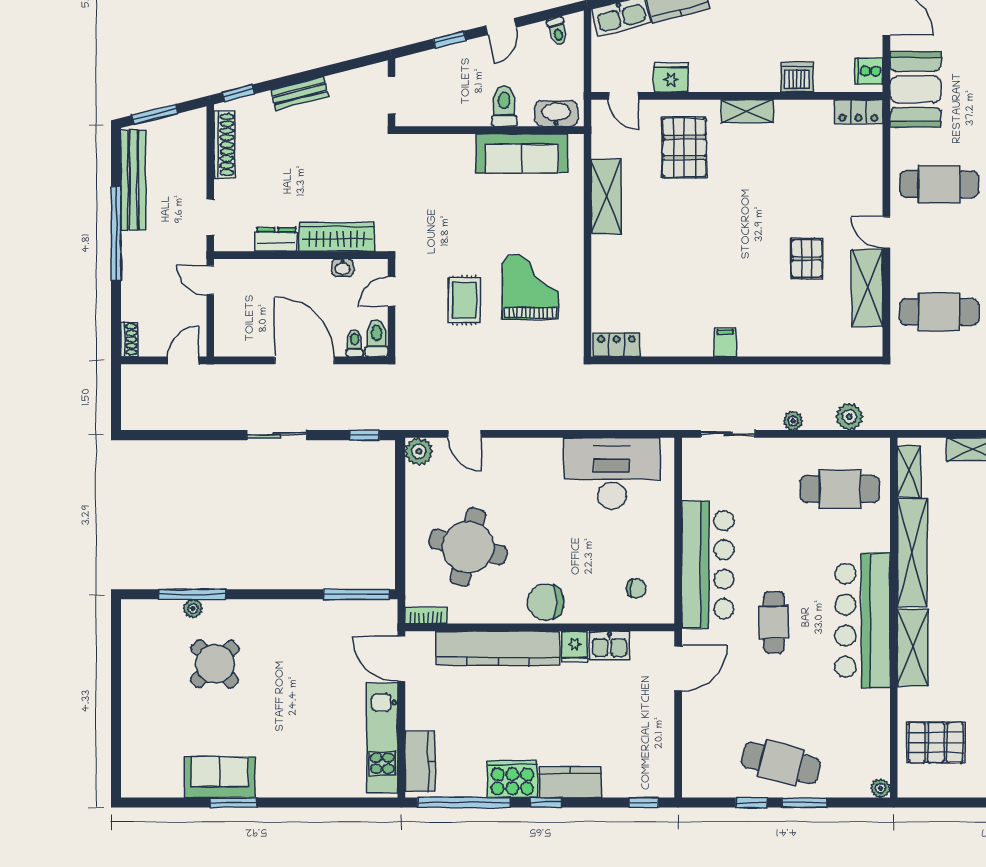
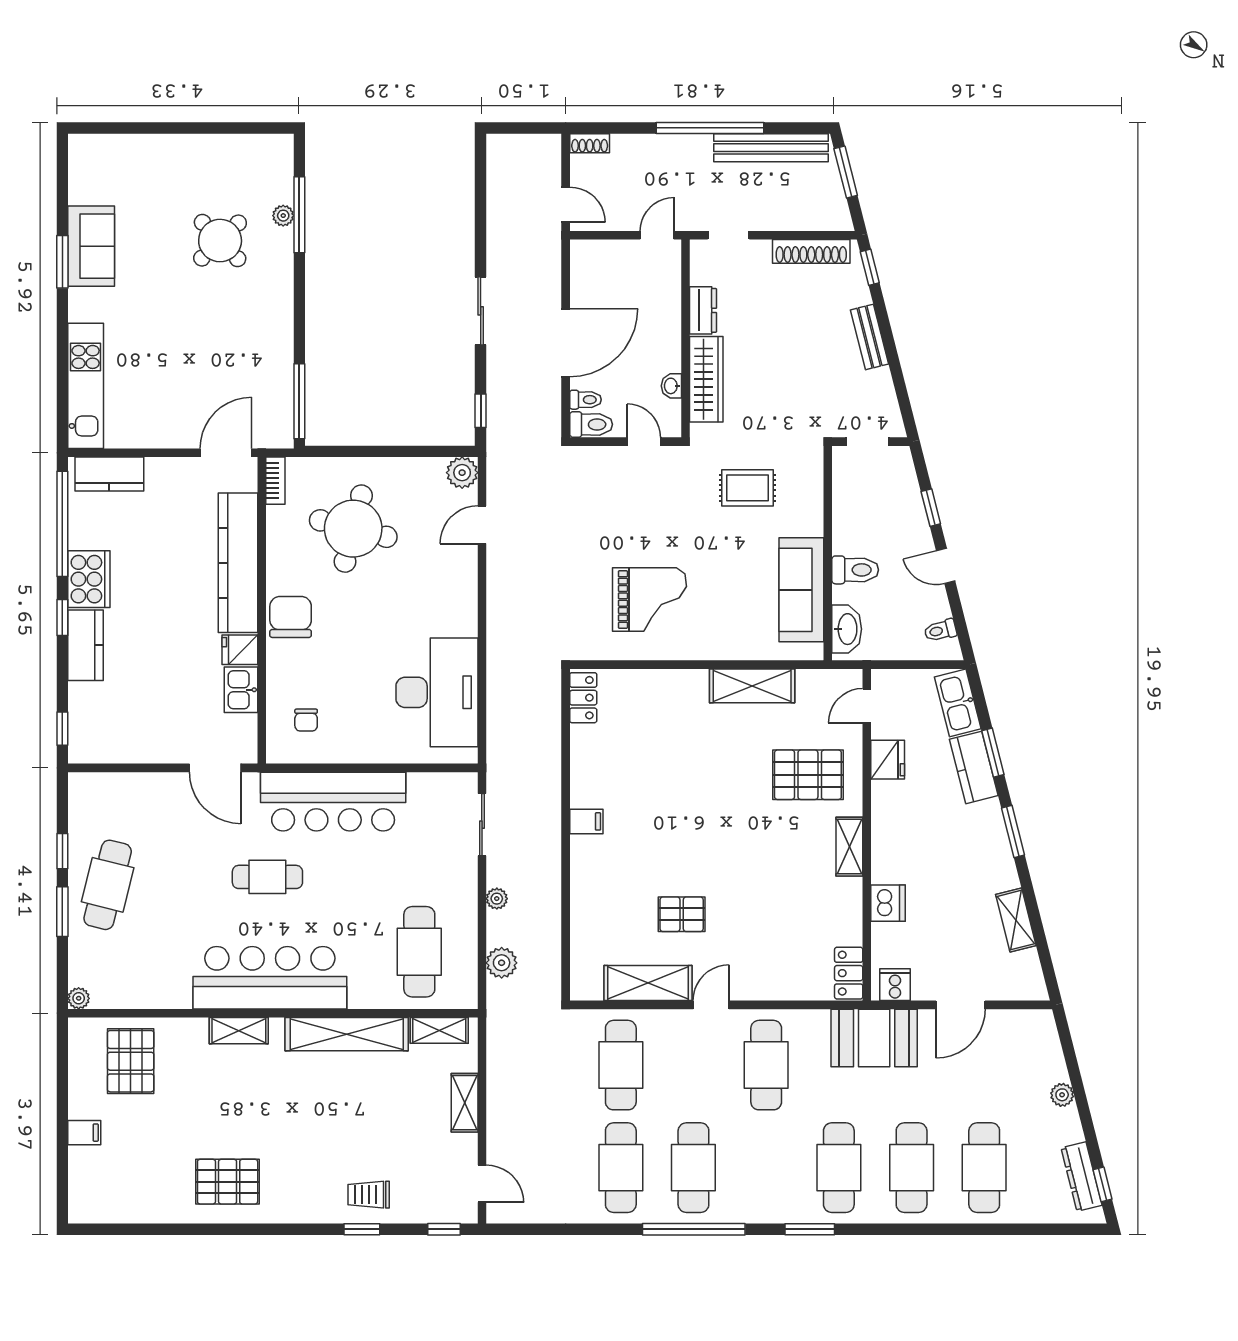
rug: (464, 300) -> (747, 488), moved
shelving: (913, 647) -> (239, 1031), width x0.67, depth x0.75
kitchen unit: (382, 738) -> (86, 386), moved, turned 90

